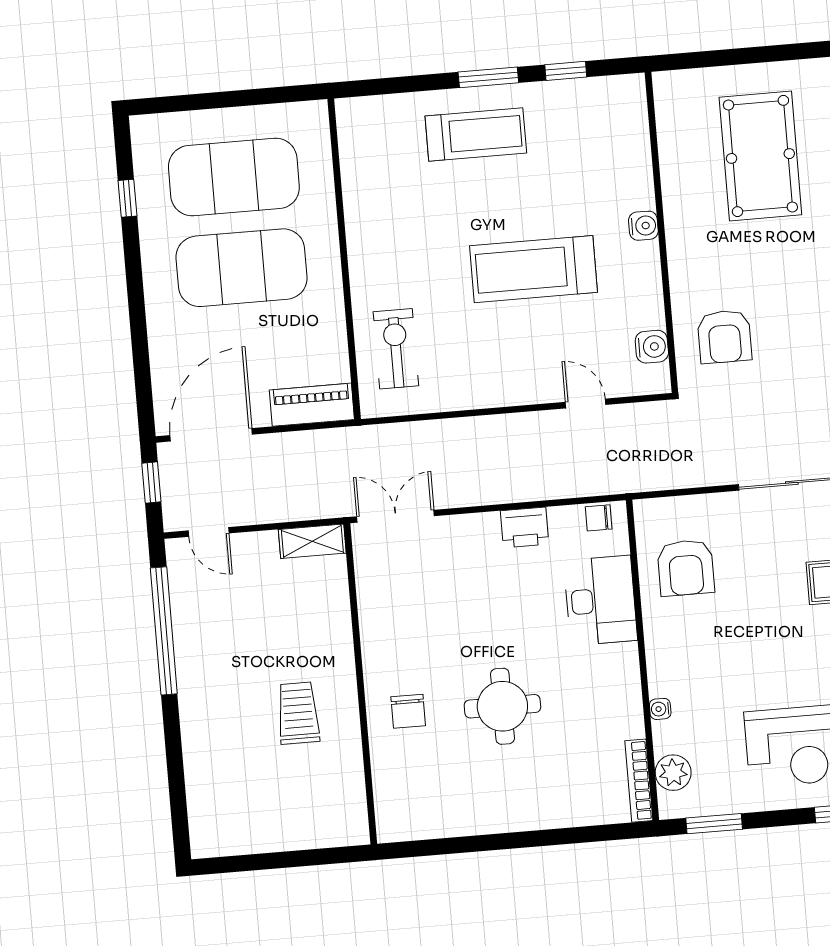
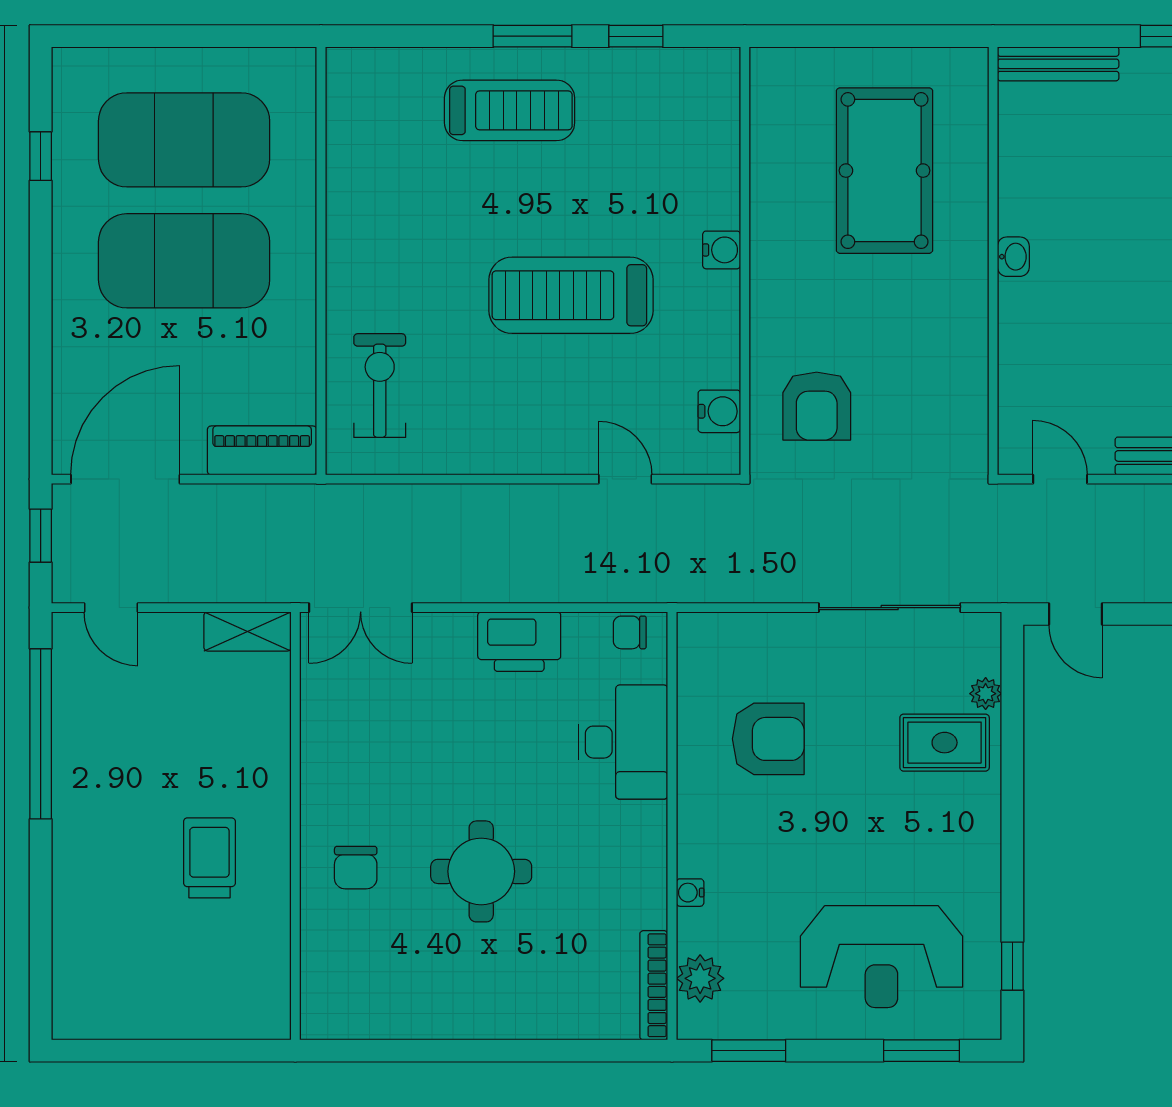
double door: (396, 516) -> (361, 608), swing flipped
printer: (525, 527) -> (519, 642), width x1.37, depth x1.19
armchair: (686, 568) -> (768, 739), moved, turned -90

